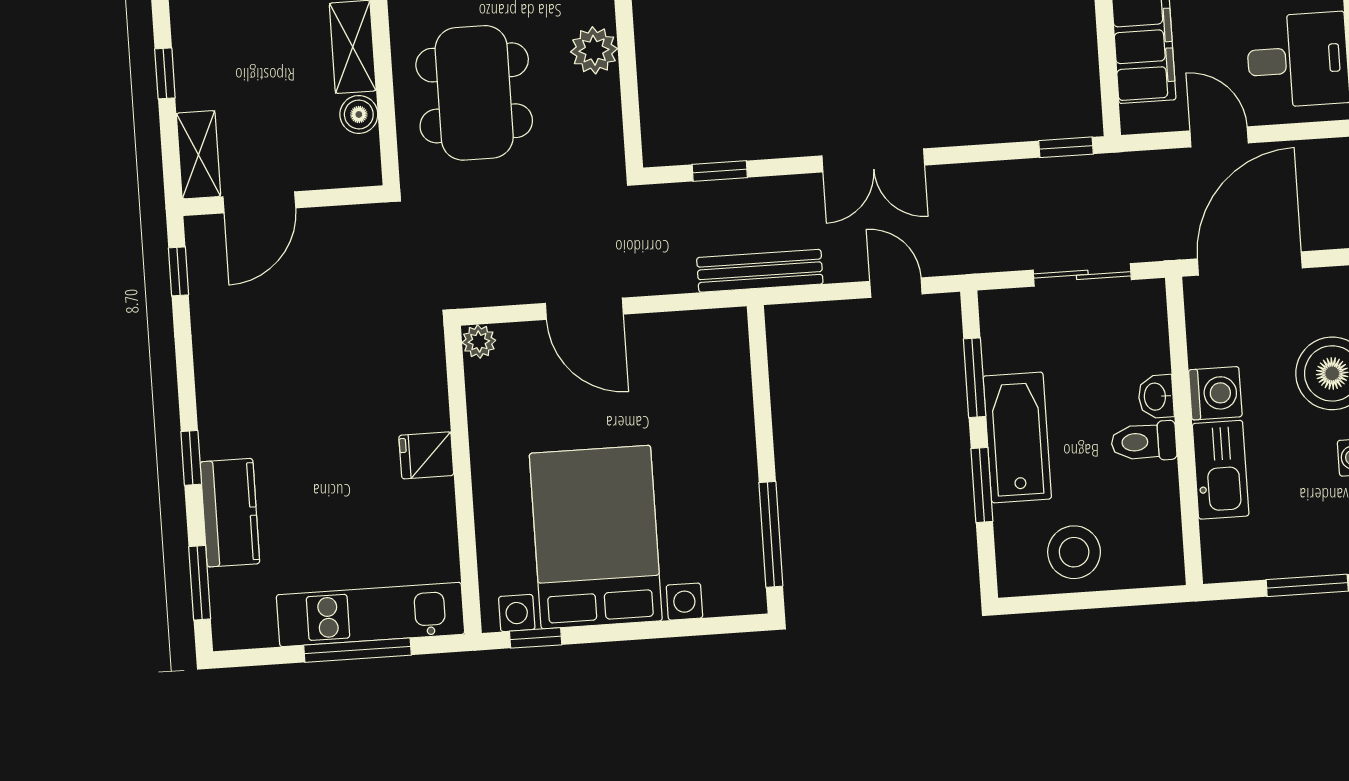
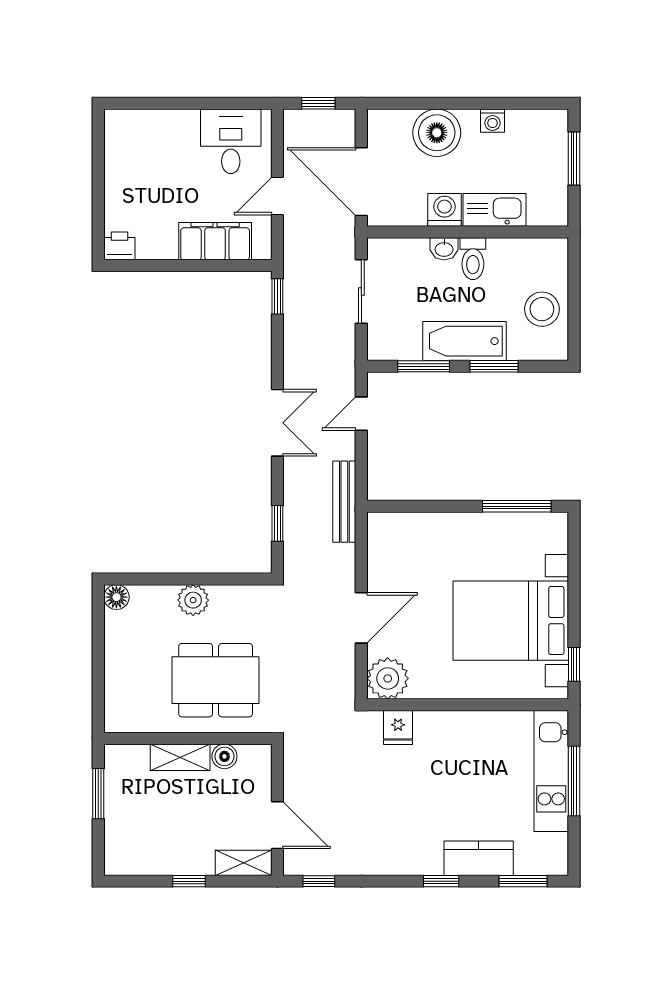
plant: (479, 342) -> (388, 678), width x1.87, depth x1.87
fridge: (426, 455) -> (398, 728), moved

